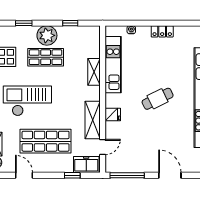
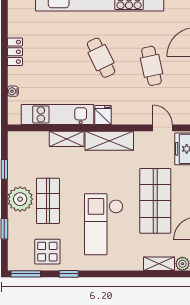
fridge: (113, 115) -> (103, 115), moved
shelving: (93, 120) -> (109, 141), moved
cafe table: (151, 138) -> (152, 66), added

